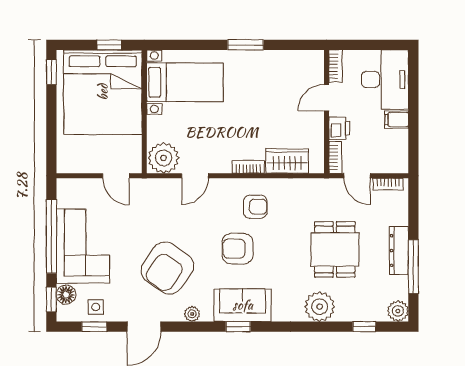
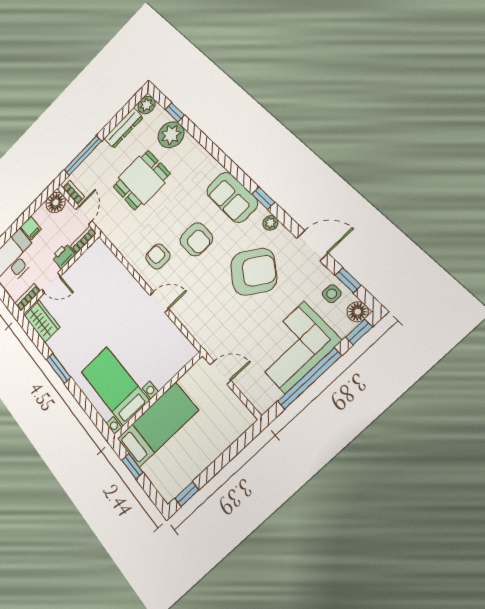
bed: (103, 92) -> (157, 425), width x0.49
plant: (163, 158) -> (179, 351), removed
wardrobe: (287, 161) -> (42, 321), moved, turned 180
floor lamp: (396, 161) -> (56, 202), added
bookcase: (248, 167) -> (136, 287), removed
door: (116, 176) -> (221, 373), hinge flipped
door: (195, 176) -> (159, 302), moved
dresser: (399, 250) -> (124, 128), moved
window: (413, 267) -> (83, 156), moved
floor lamp: (66, 295) -> (358, 312), moved
plant: (320, 307) -> (171, 135), moved
window: (238, 327) -> (263, 198), moved

